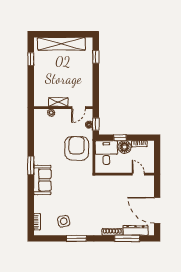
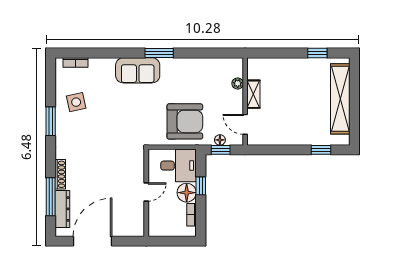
door: (138, 174) -> (146, 192), moved

